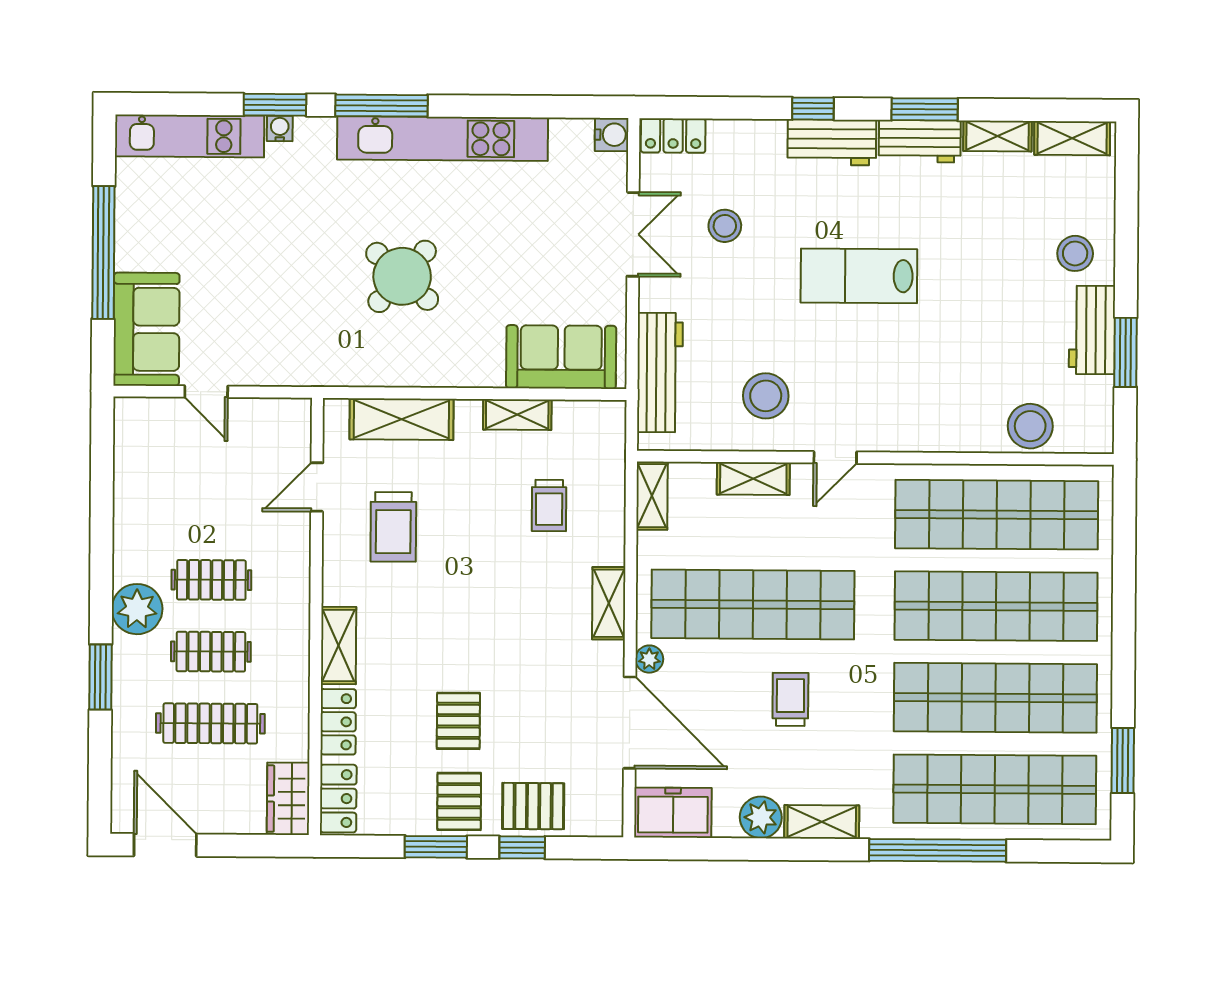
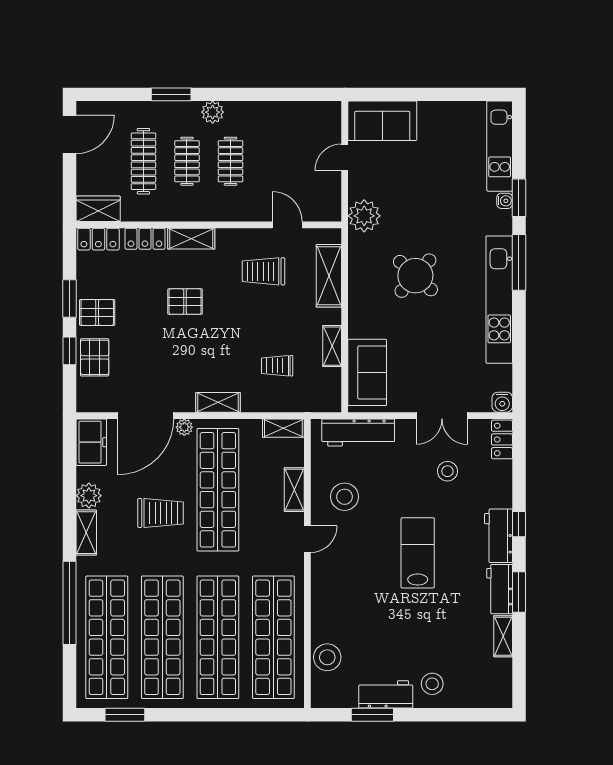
shelving: (1072, 138) -> (502, 682), removed
window: (103, 252) -> (429, 94), removed
plant: (303, 360) -> (364, 216), added
door: (835, 457) -> (307, 539), swing flipped
plant: (137, 609) -> (213, 112), width x0.73, depth x0.73
trolley: (790, 699) -> (160, 513), width x1.36, depth x1.39
pallet: (458, 721) -> (185, 302), moved

